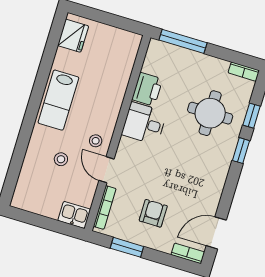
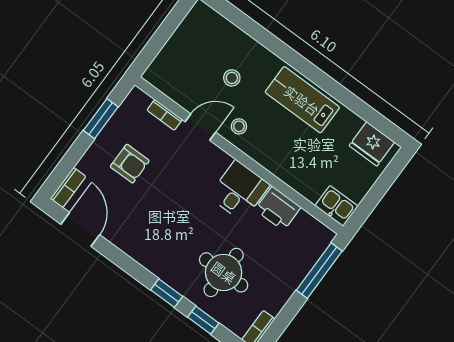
bookcase: (105, 207) -> (165, 115), width x0.64
kitchen sink: (74, 215) -> (337, 206), moved, turned -90

